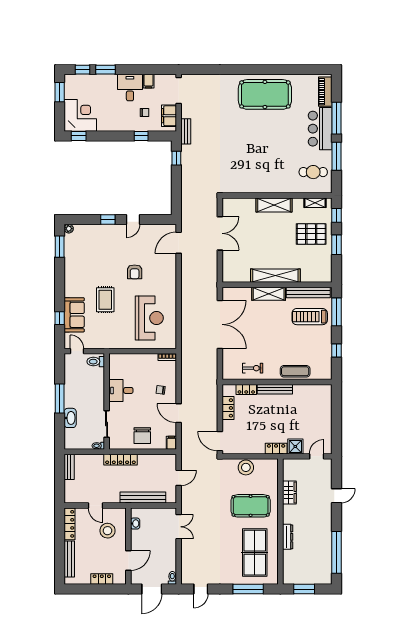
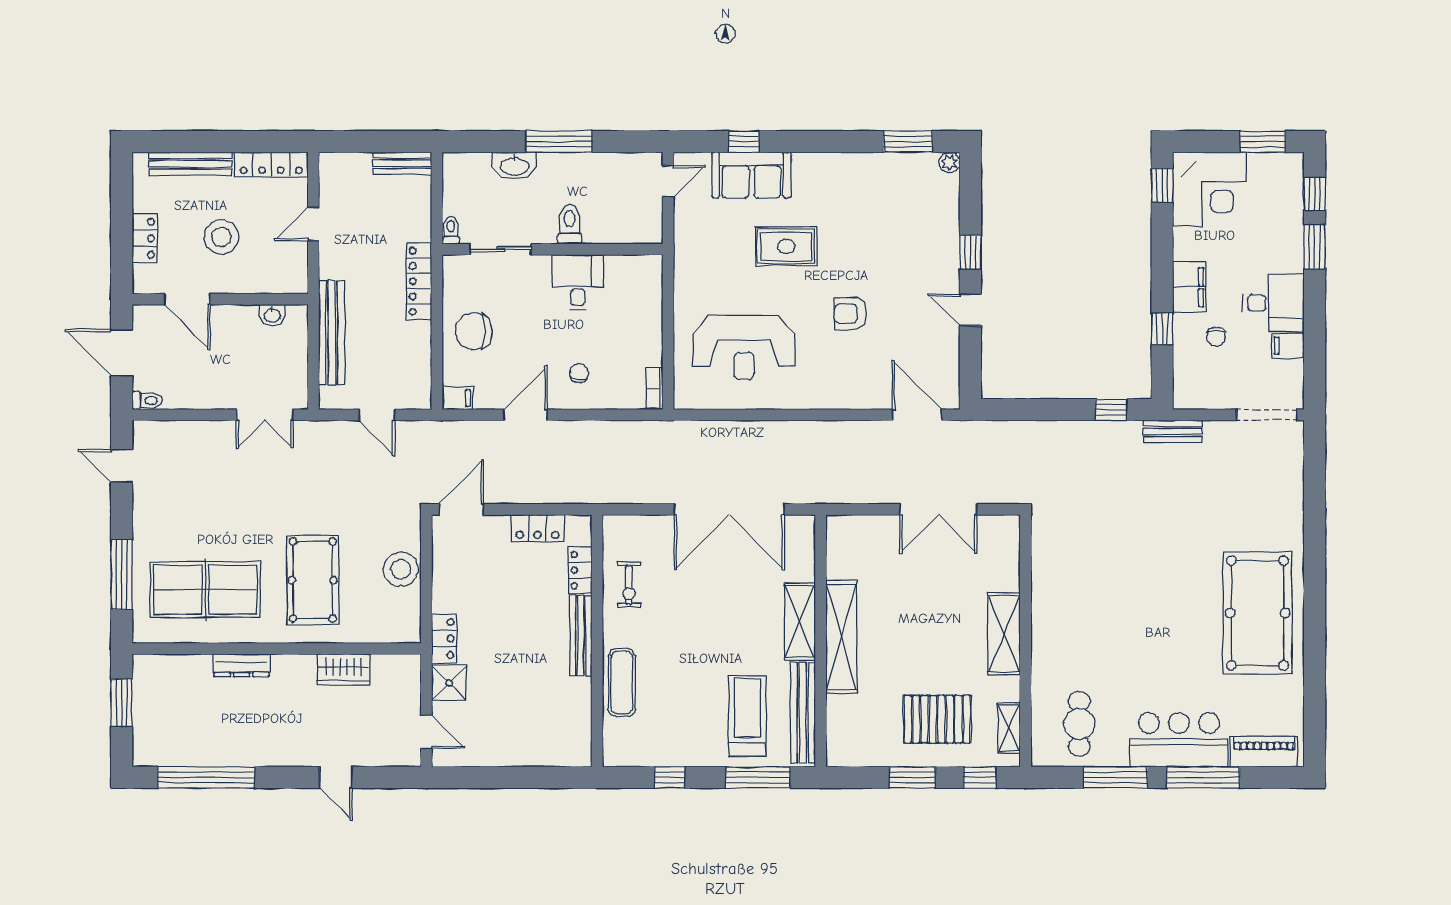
filing cabinet: (169, 116) -> (1189, 287), moved, turned 90
pallet: (311, 234) -> (937, 719), turned 90
toilet: (96, 362) -> (570, 224), moved
stool: (108, 531) -> (221, 237), moved

